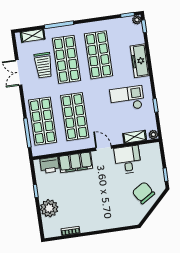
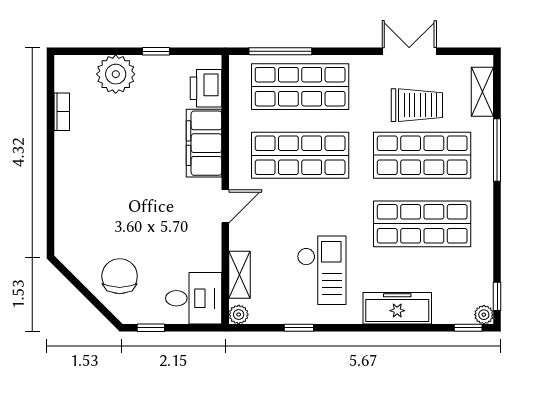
trolley: (43, 65) -> (417, 105), turned 180
desk: (128, 160) -> (194, 298), moved
chair: (143, 193) -> (120, 276), turned -58

